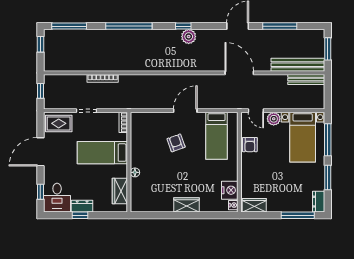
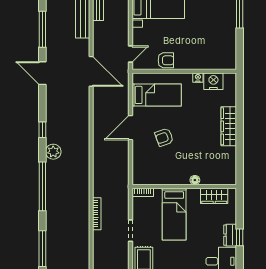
plant: (189, 37) -> (53, 152), moved
door: (239, 73) -> (91, 71), swing flipped
door: (185, 111) -> (130, 128), hinge flipped
plant: (274, 119) -> (139, 35), removed
wardrobe: (187, 205) -> (229, 126), width x1.50
nightstand: (233, 205) -> (198, 78), moved
wardrobe: (254, 205) -> (229, 56), removed

